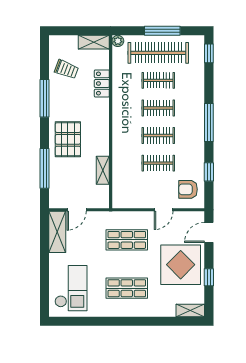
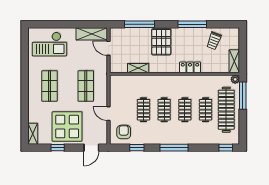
window: (162, 31) -> (243, 96), moved
locker: (102, 83) -> (190, 67), moved
pallet: (68, 139) -> (161, 42), turned 90
door: (209, 232) -> (91, 148), swing flipped

